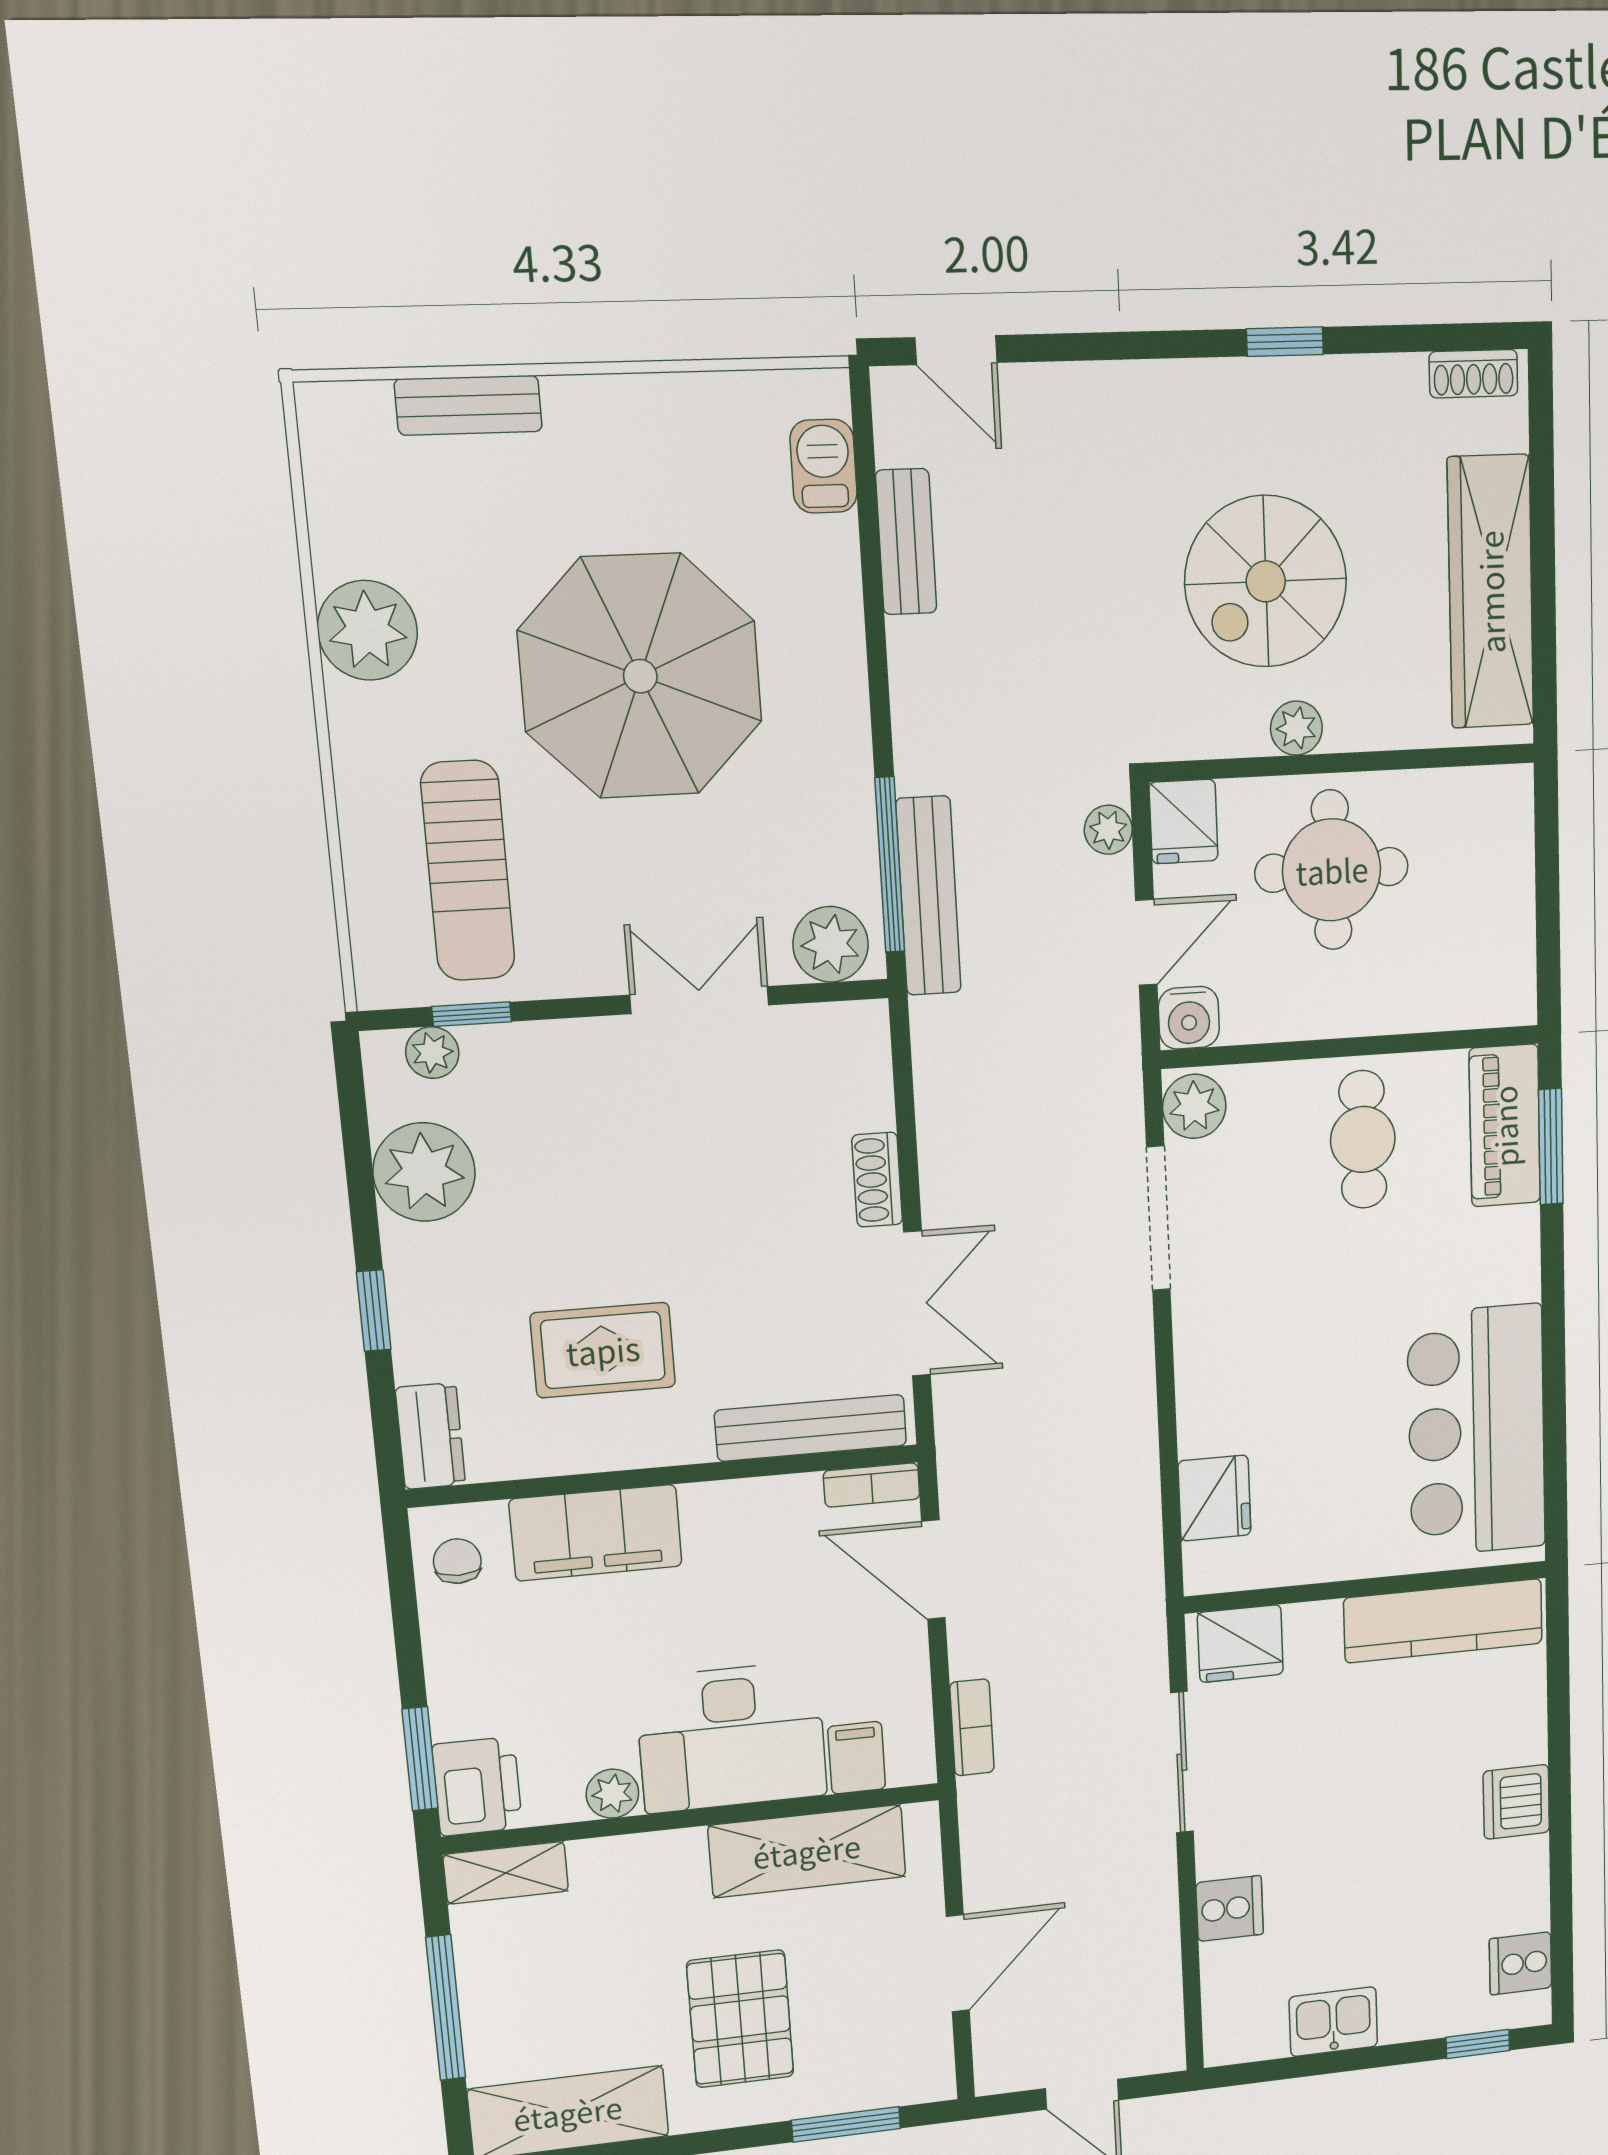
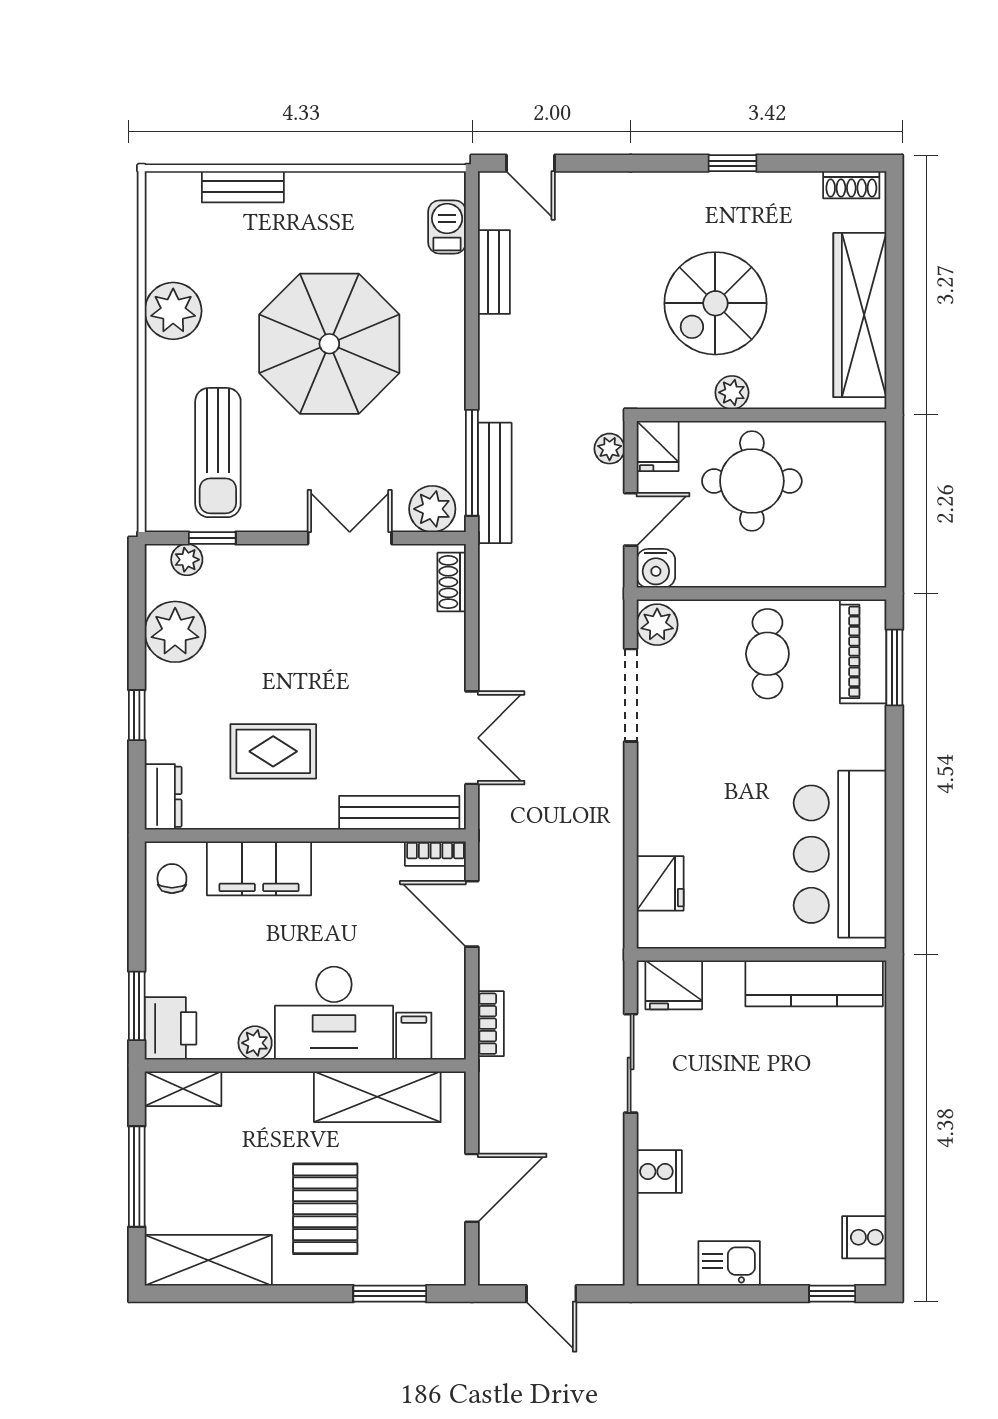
shoe rack: (877, 1180) -> (452, 582), moved
dishwasher: (1516, 1802) -> (863, 1118), removed

